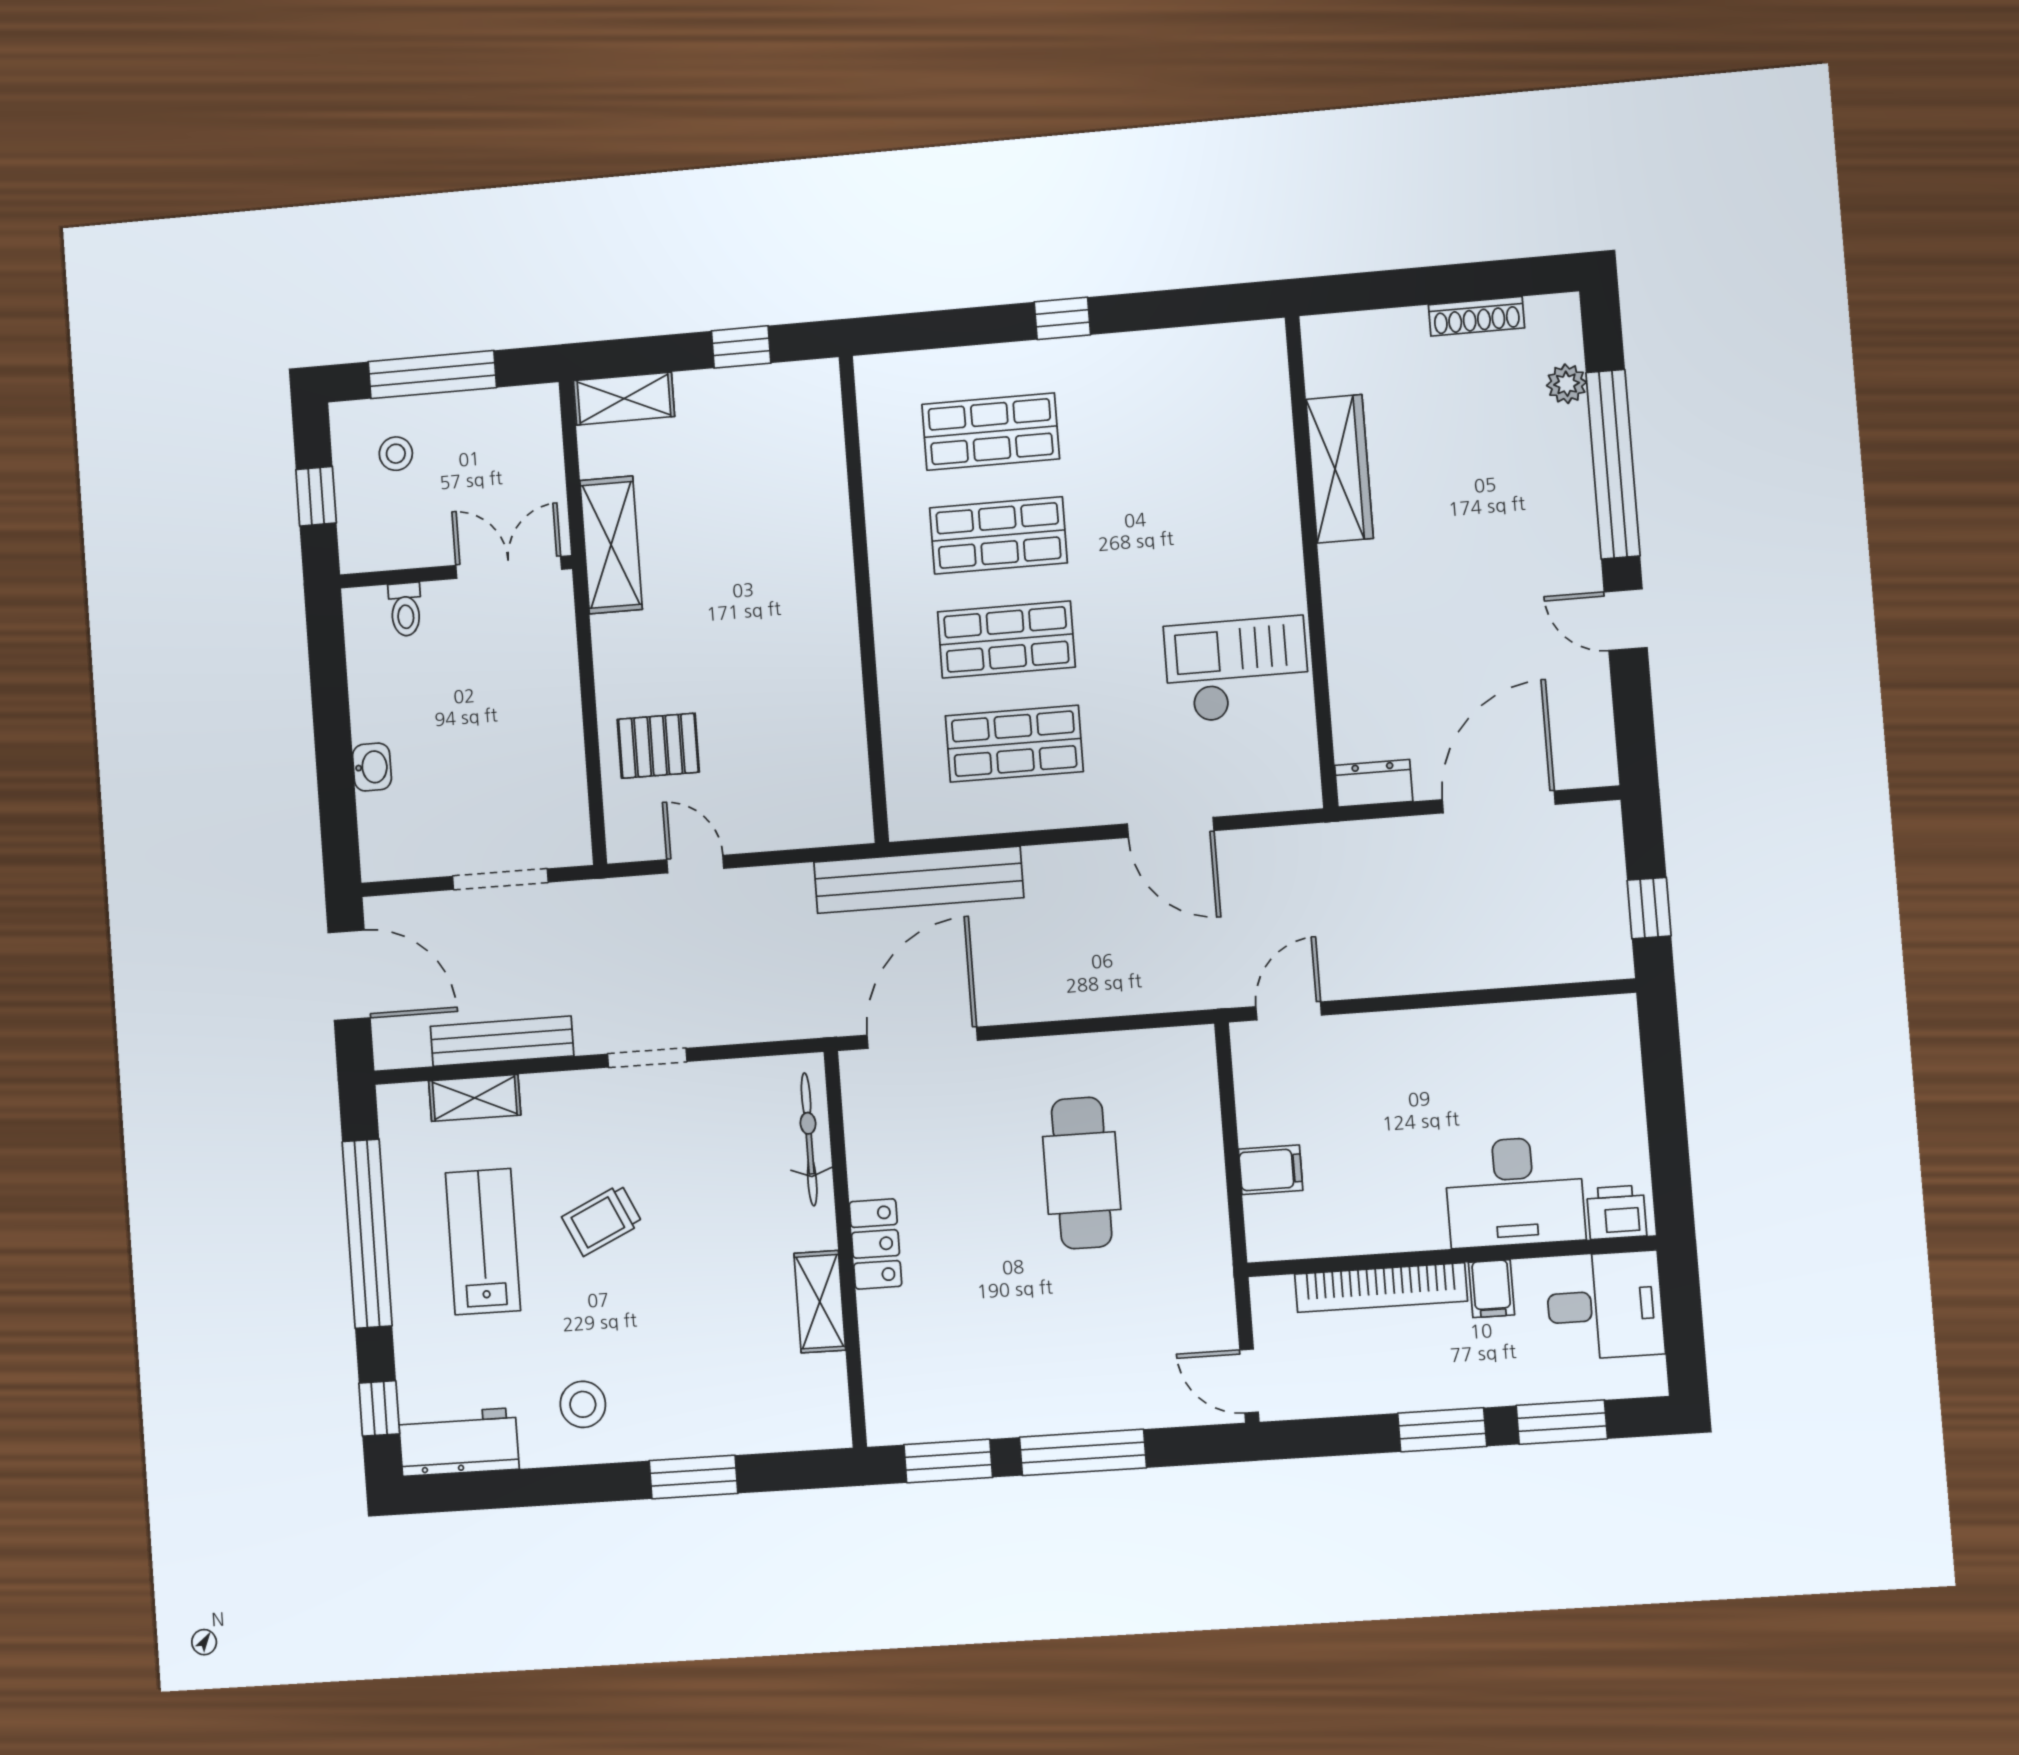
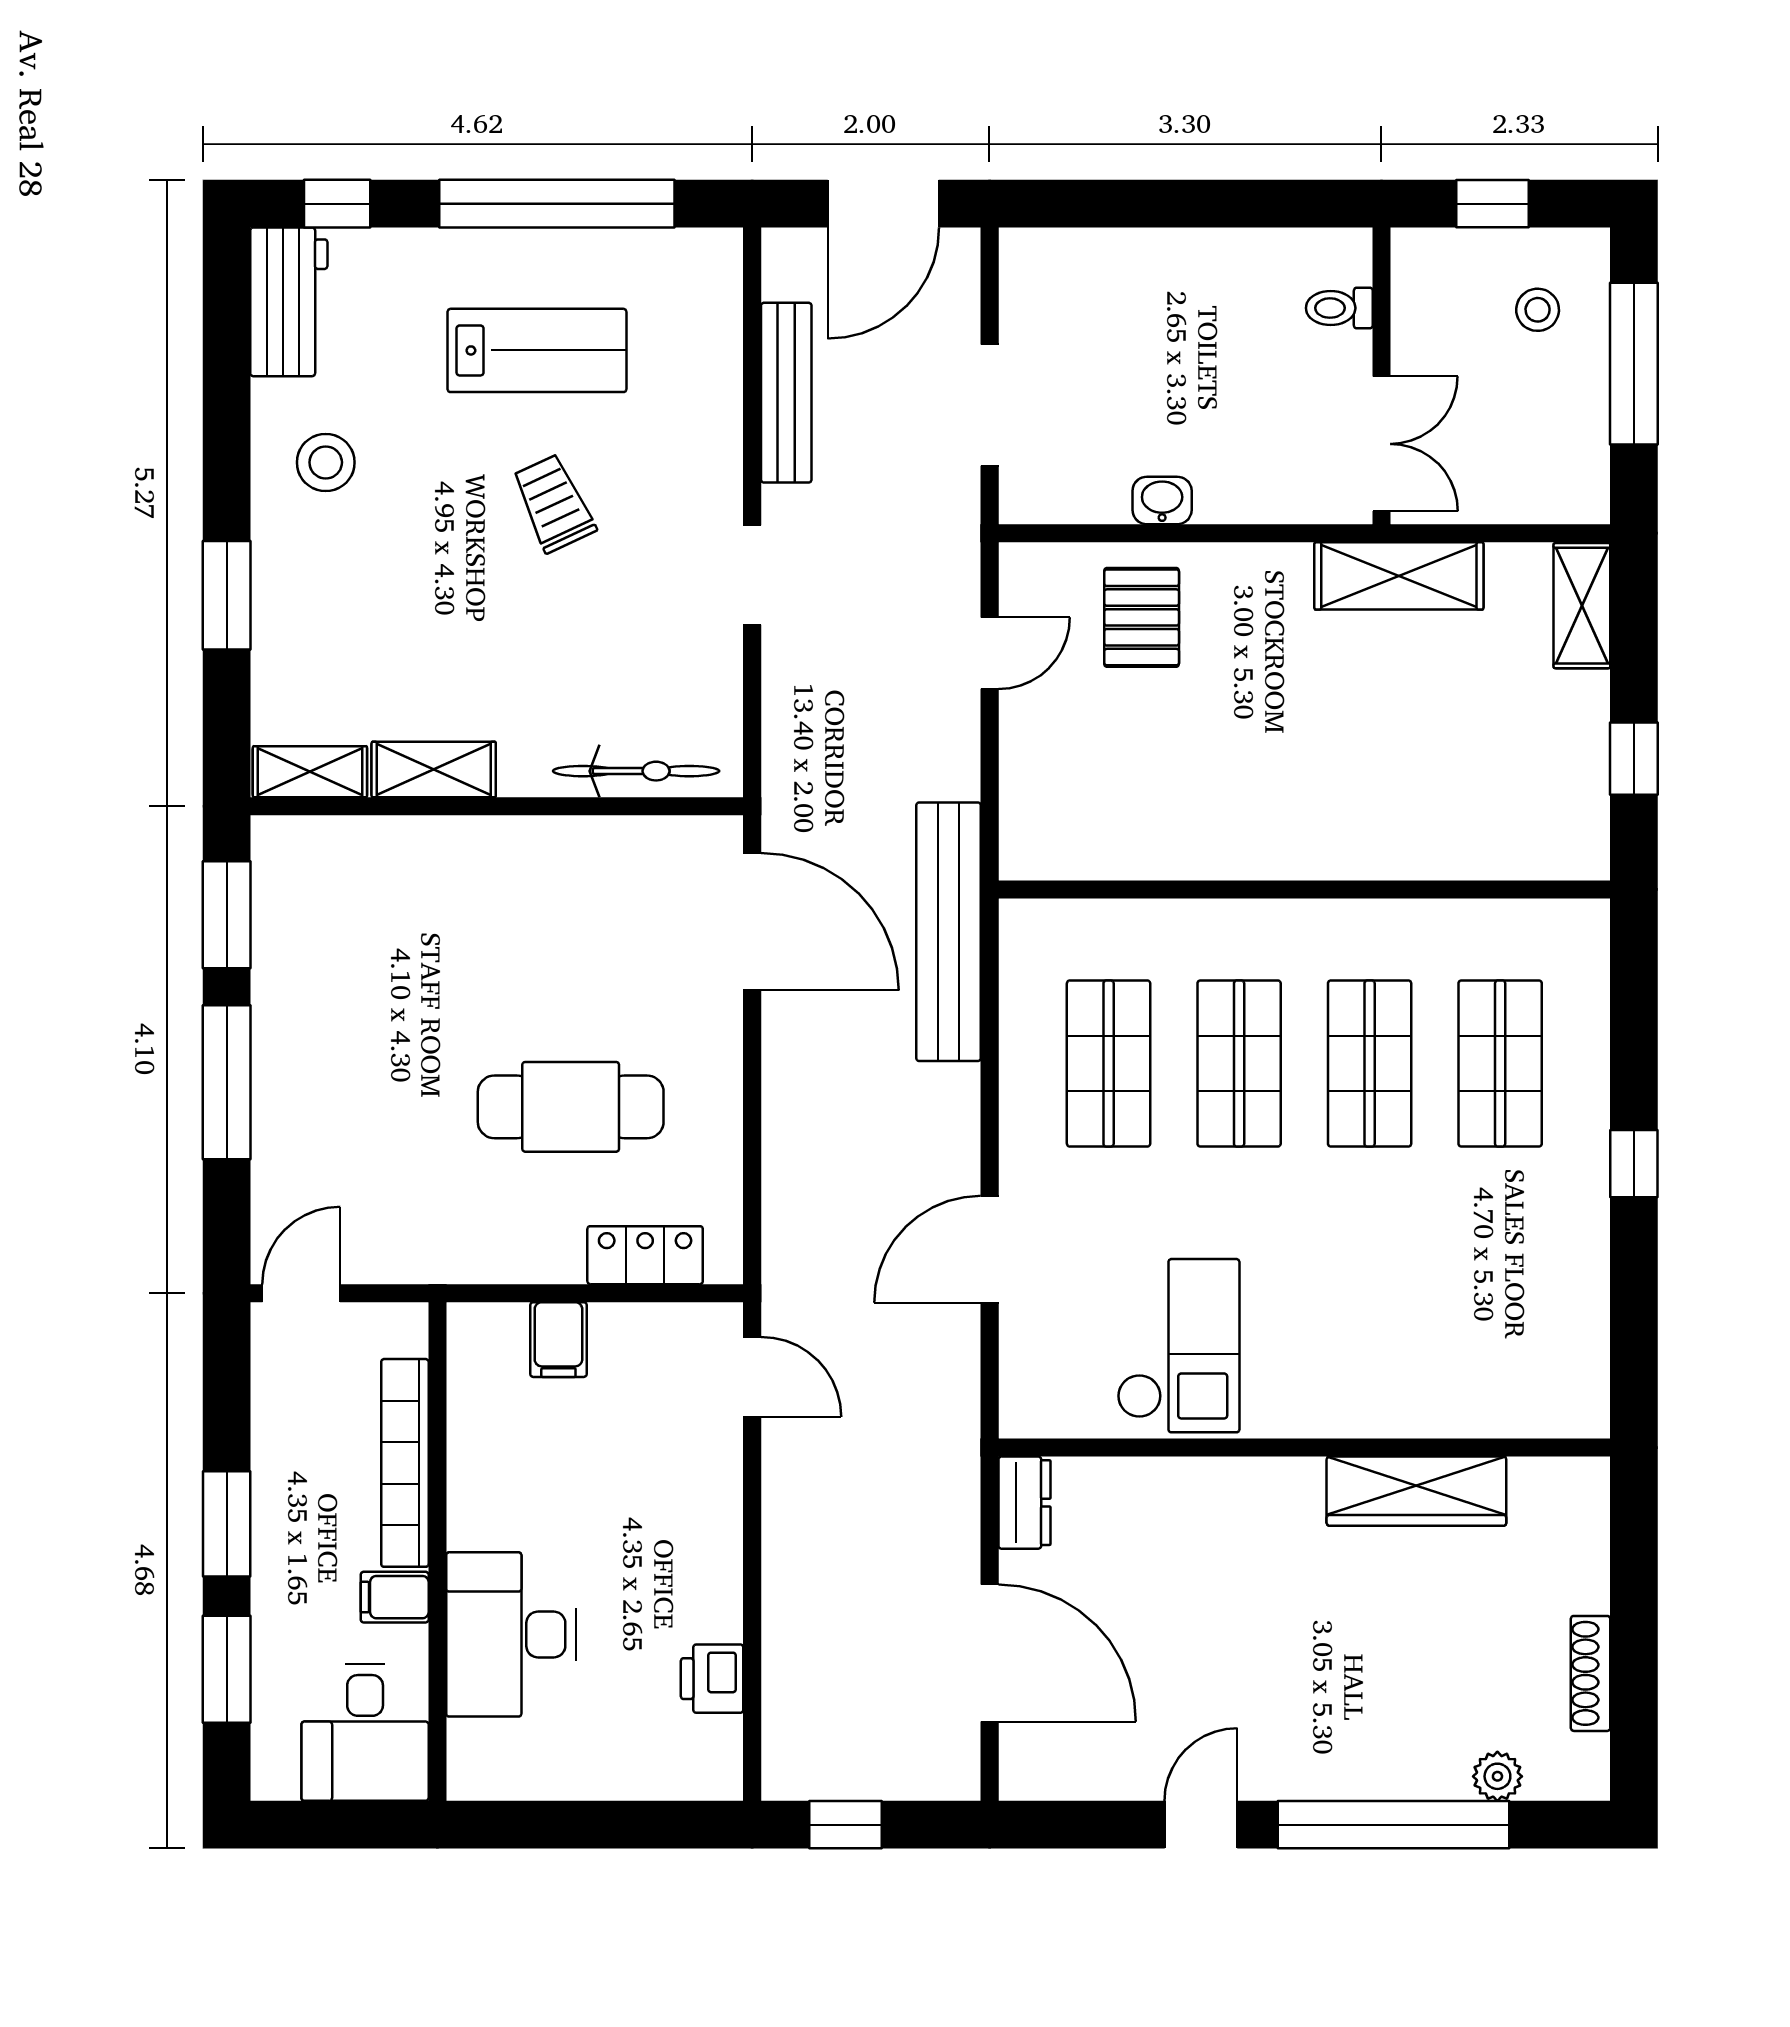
washbasin: (372, 767) -> (1162, 500), moved, turned 180
shelving: (475, 1098) -> (310, 772), moved, turned 90
printer: (1617, 1212) -> (712, 1679), moved, turned 180
locker: (875, 1244) -> (645, 1255), moved, turned 180

